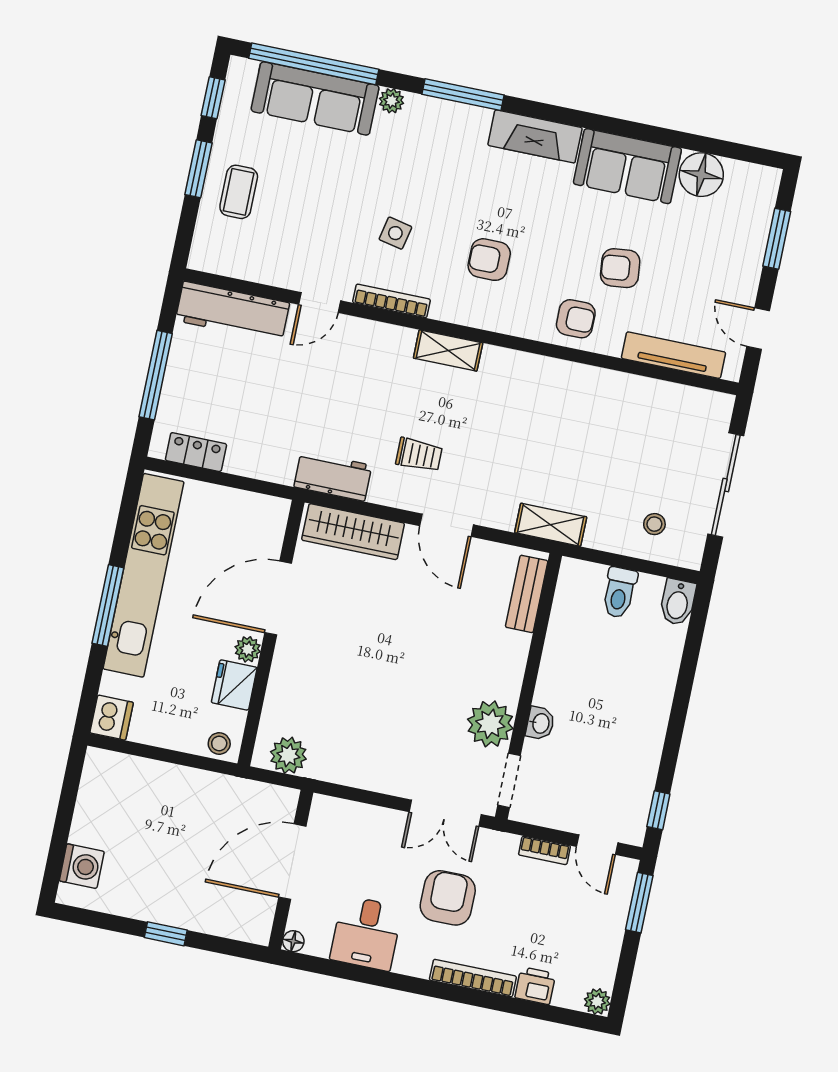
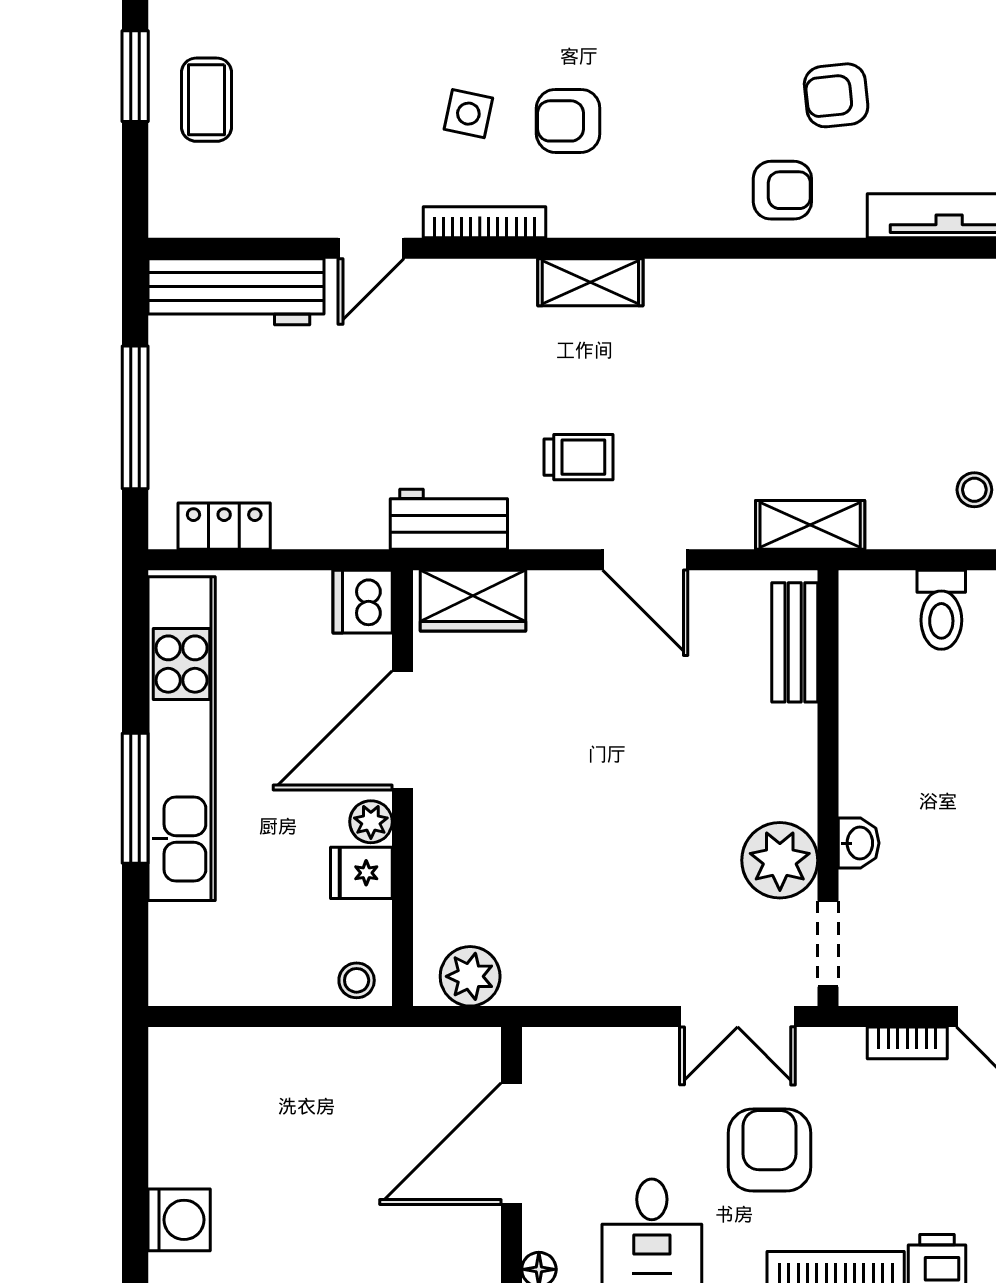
armchair: (489, 260) -> (568, 121), moved
wardrobe: (353, 532) -> (473, 601), width x0.67
fridge: (234, 685) -> (361, 873), width x0.72
dishwasher: (112, 718) -> (363, 602), moved, turned 180

